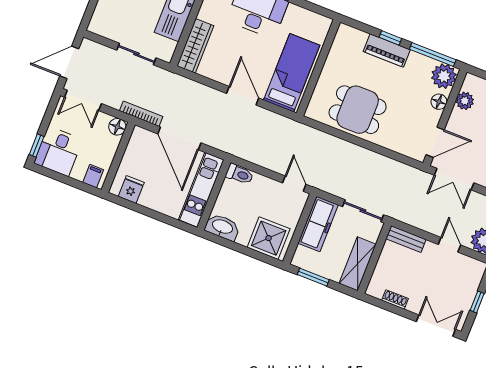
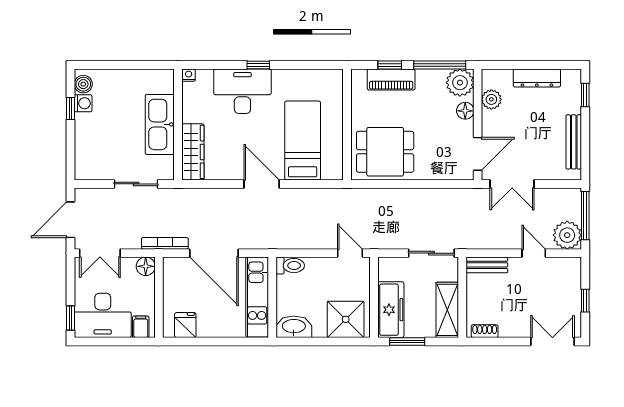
wall: (318, 68) -> (347, 124), moved
desk: (58, 151) -> (103, 315), width x1.37
freezer: (318, 224) -> (391, 310), moved
shoe rack: (395, 299) -> (485, 331), moved

